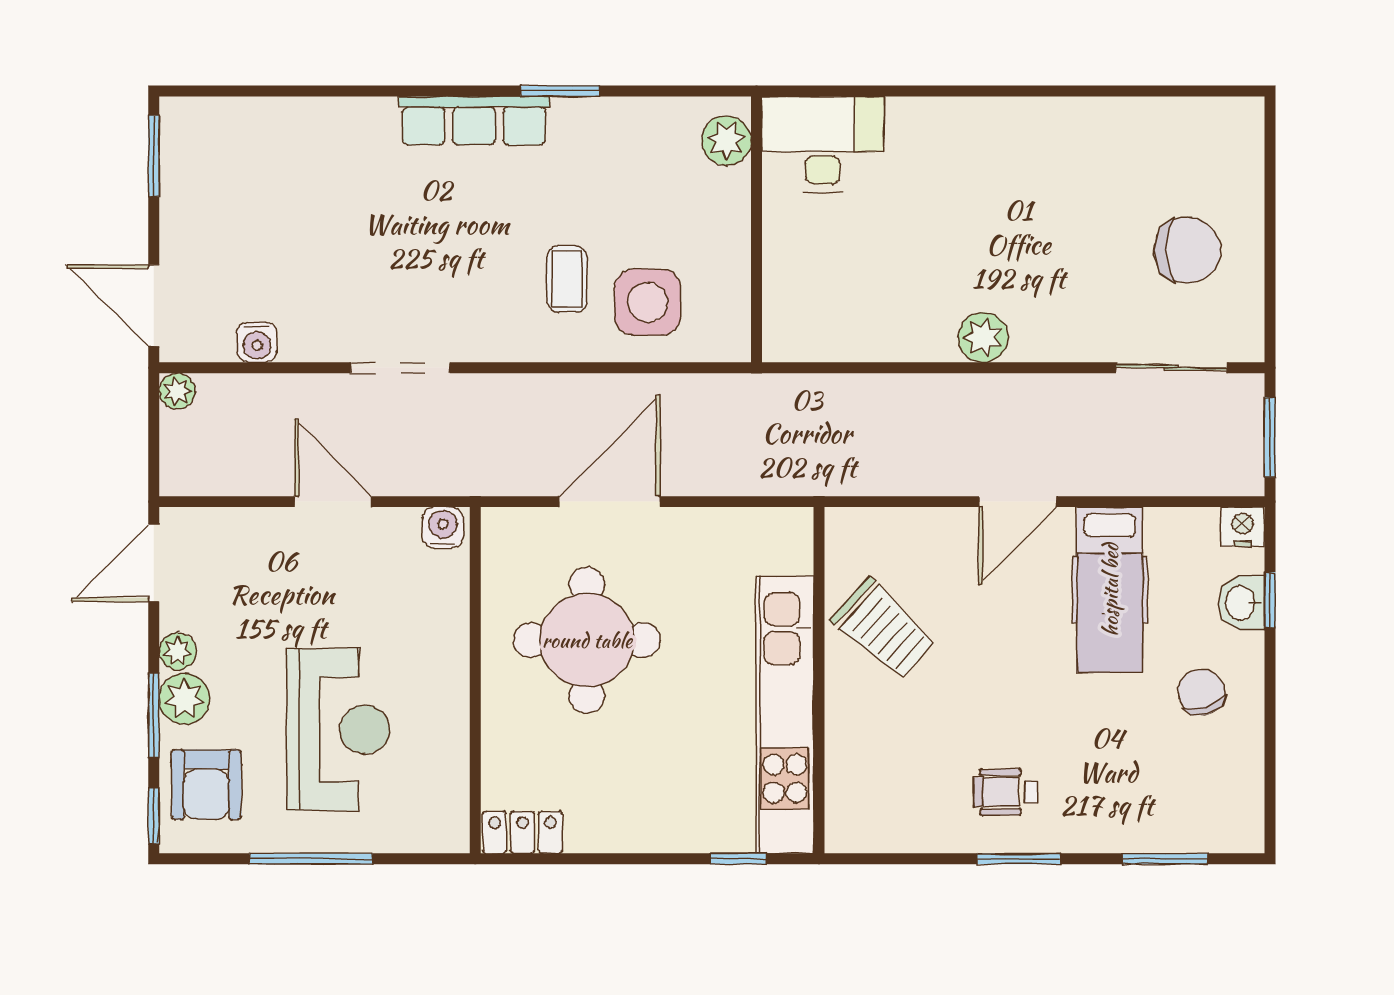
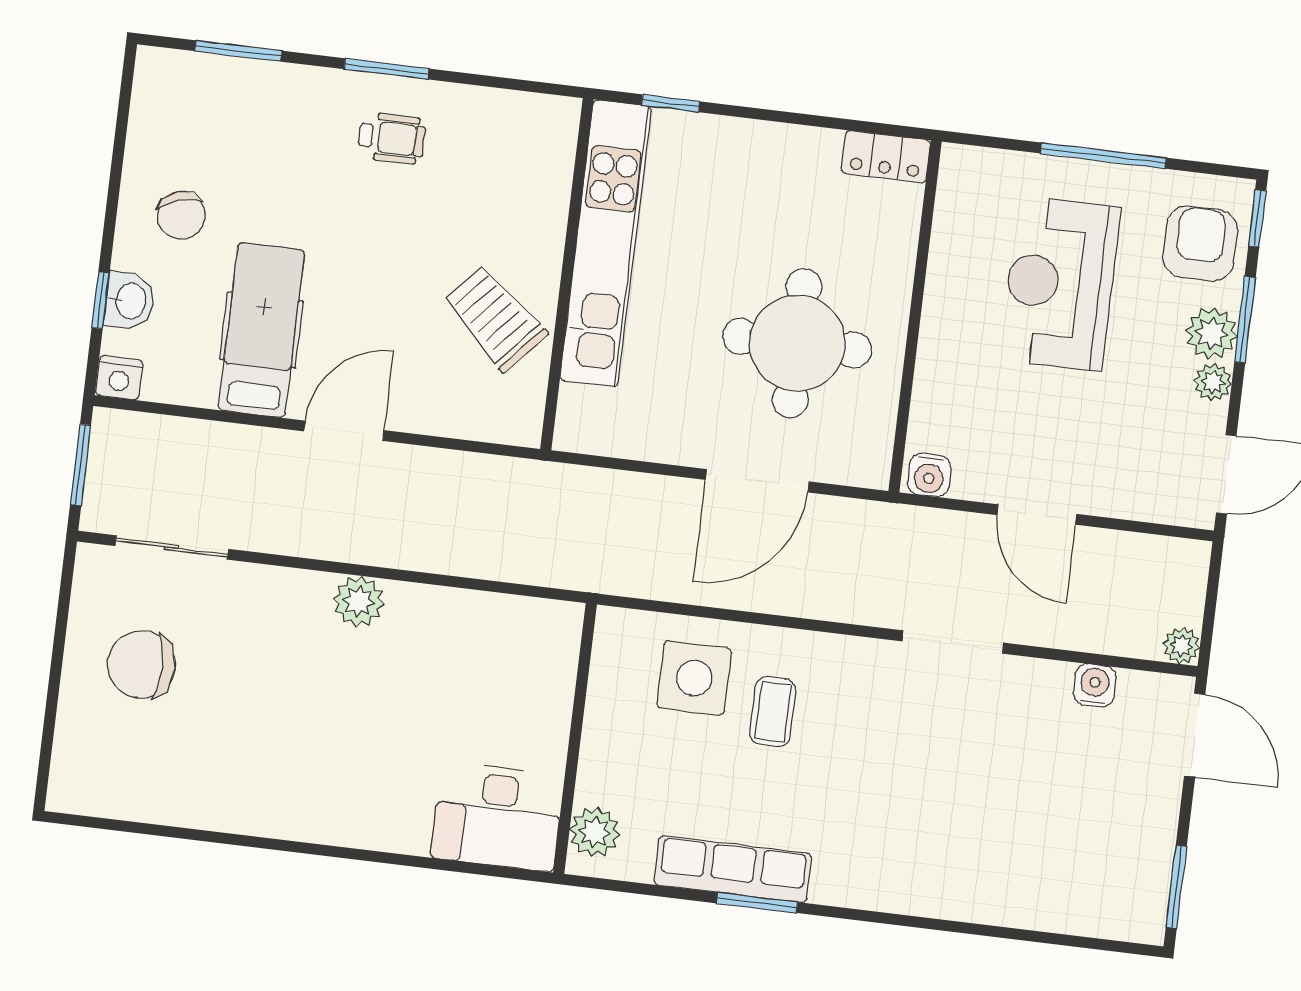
row of seats: (474, 121) -> (733, 869), moved

